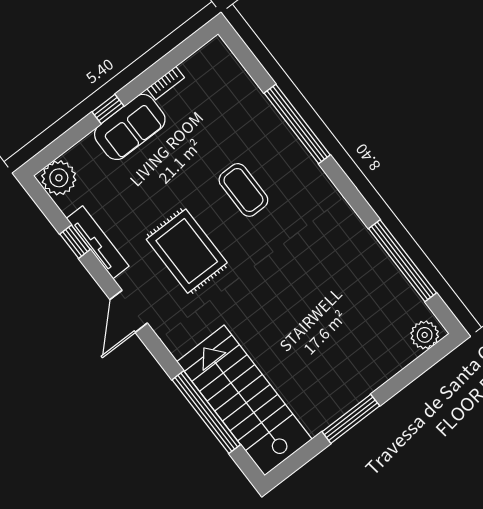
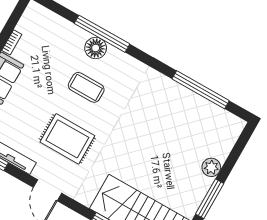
floor lamp: (280, 140) -> (96, 48), added
plant: (425, 335) -> (211, 167), moved

